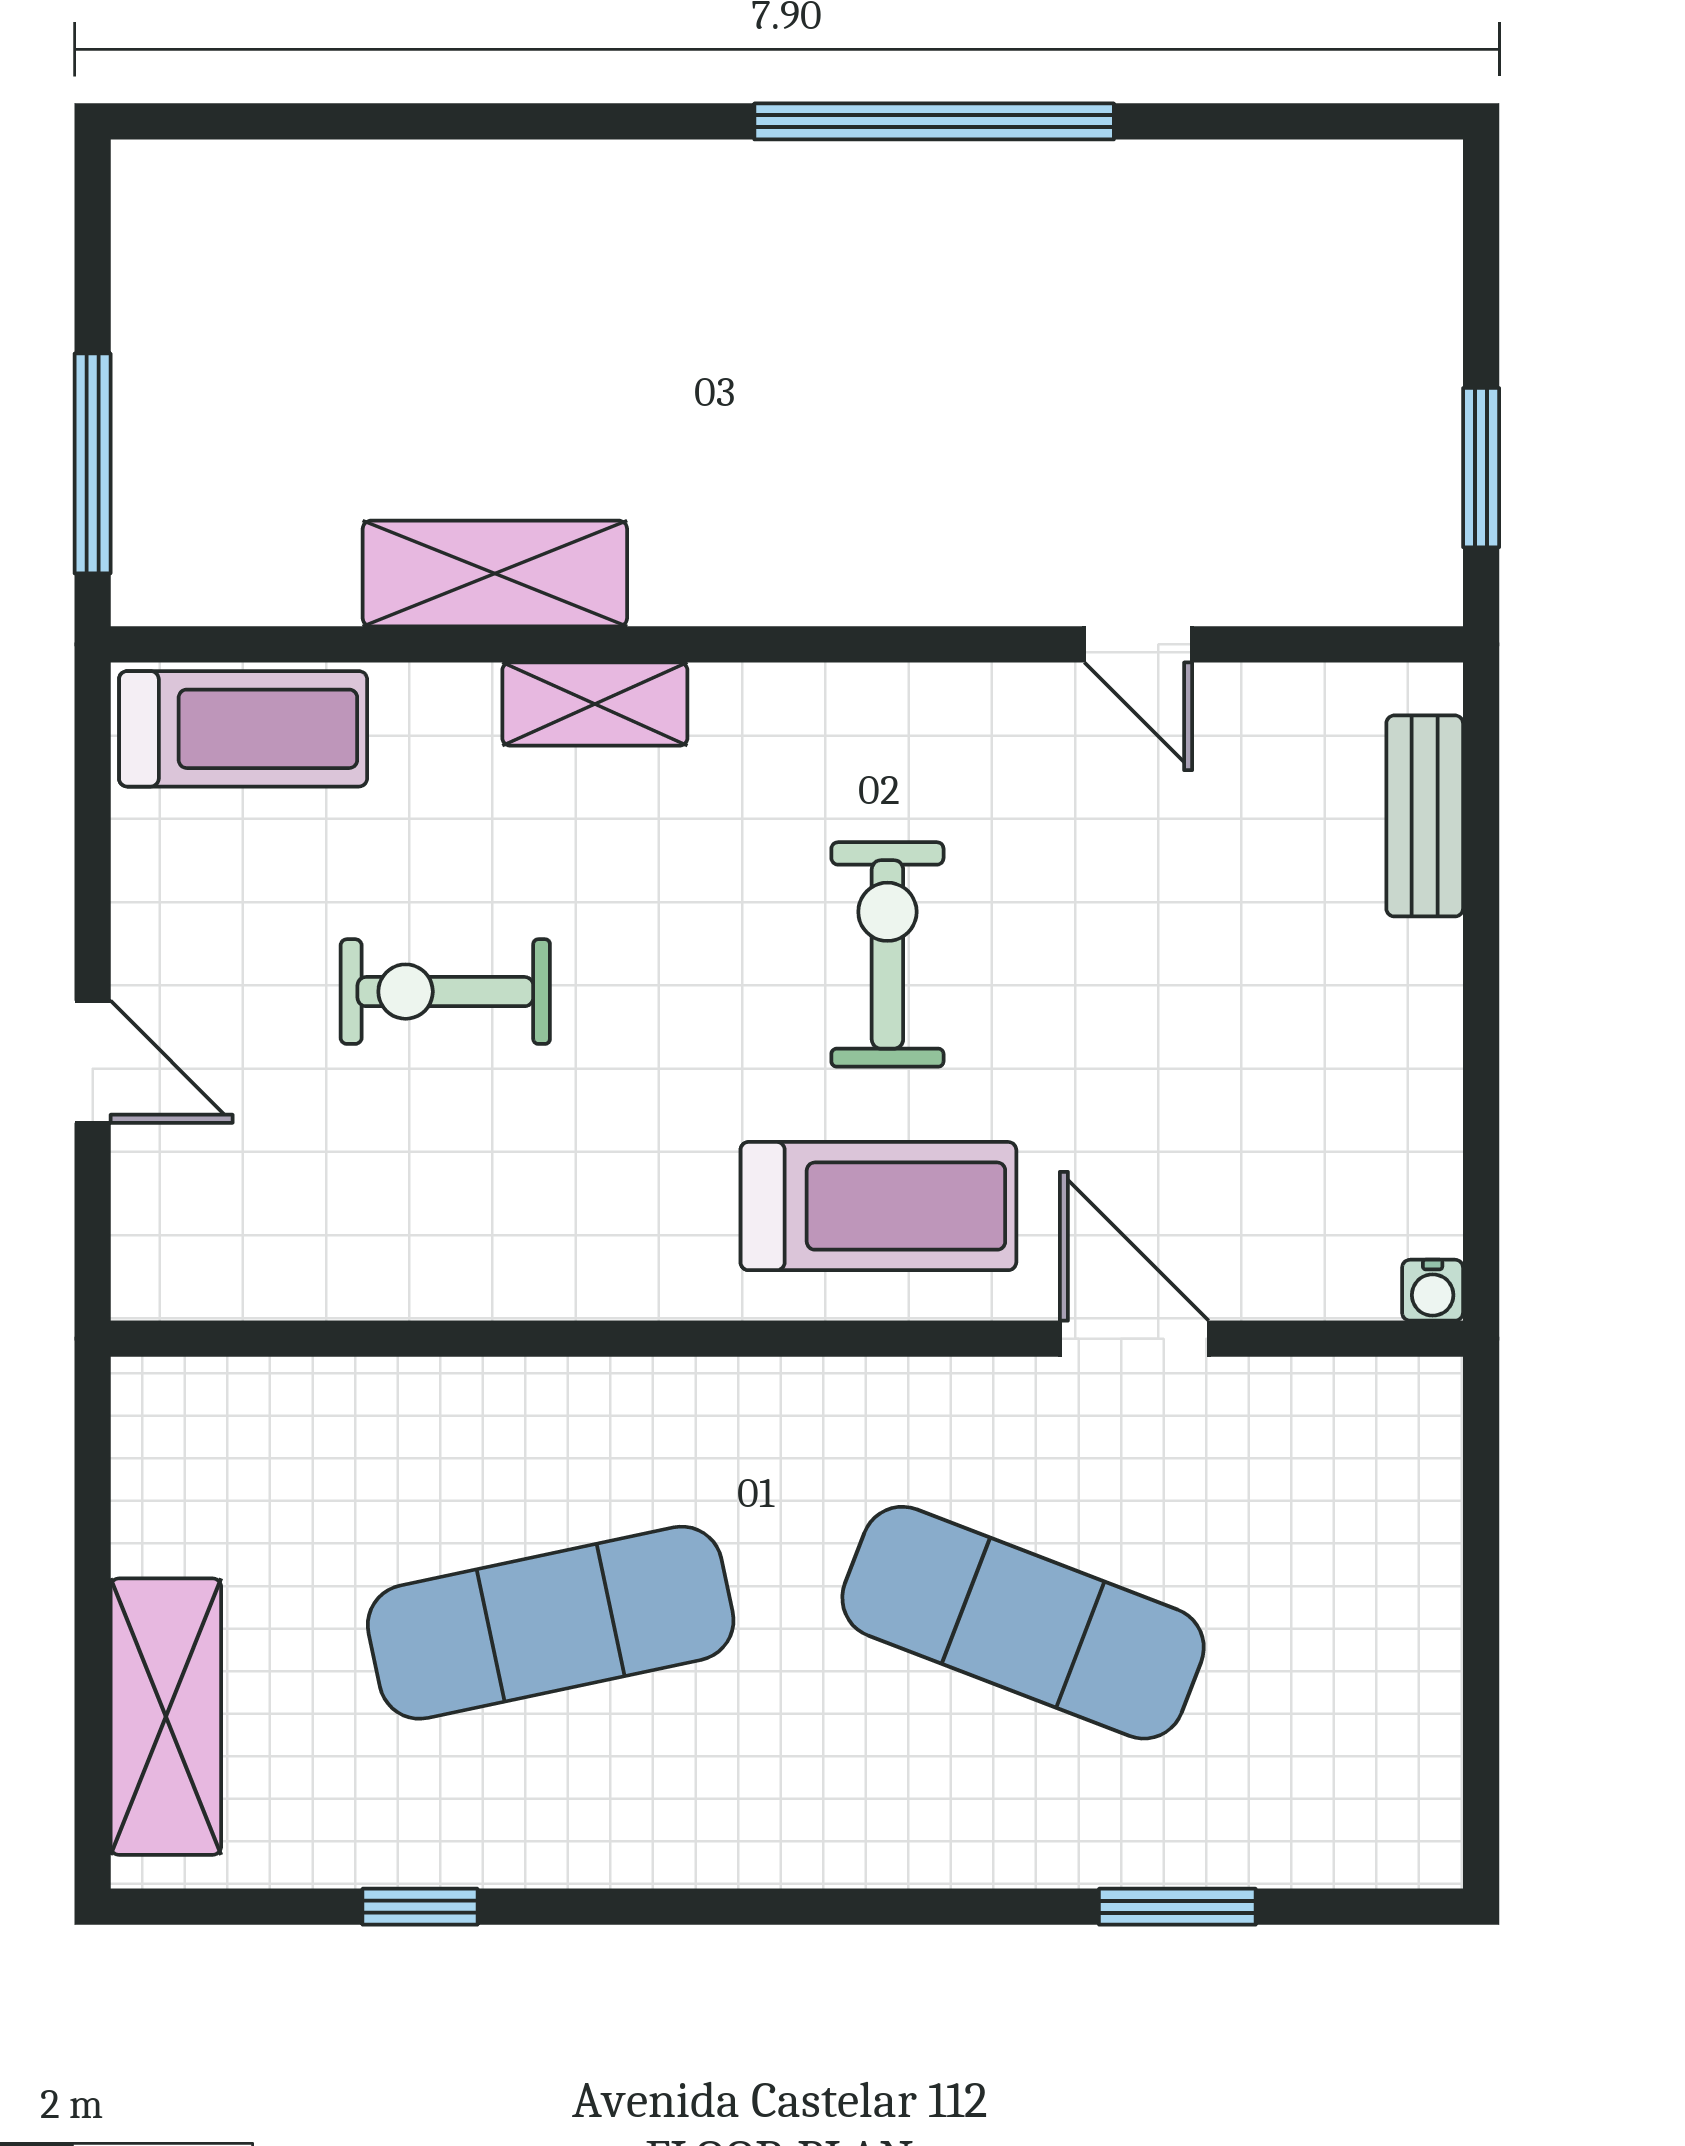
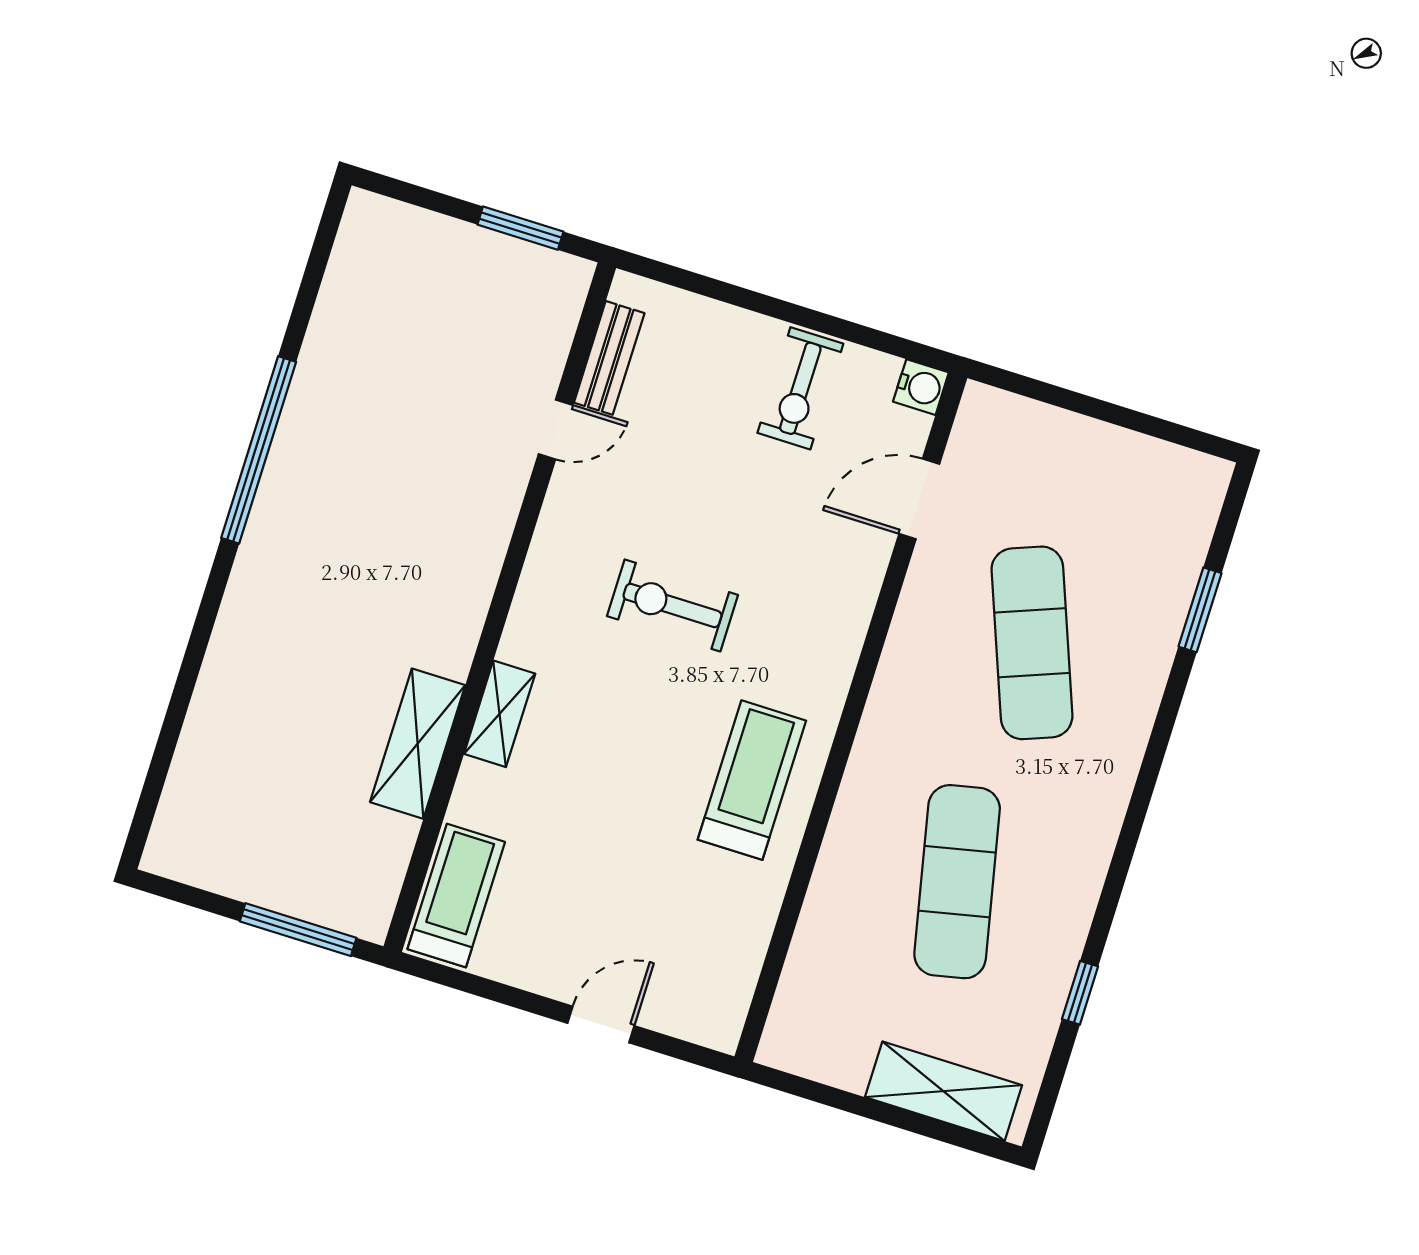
bench: (1425, 816) -> (609, 358), moved, turned 90
exercise bike: (445, 992) -> (800, 388), moved
treadmill: (878, 1206) -> (752, 780), moved
water cooler: (1433, 1290) -> (921, 387), width x1.38, depth x1.38
door: (1134, 1339) -> (919, 499), moved
exercise mat: (1023, 1623) -> (1032, 643), turned -42

